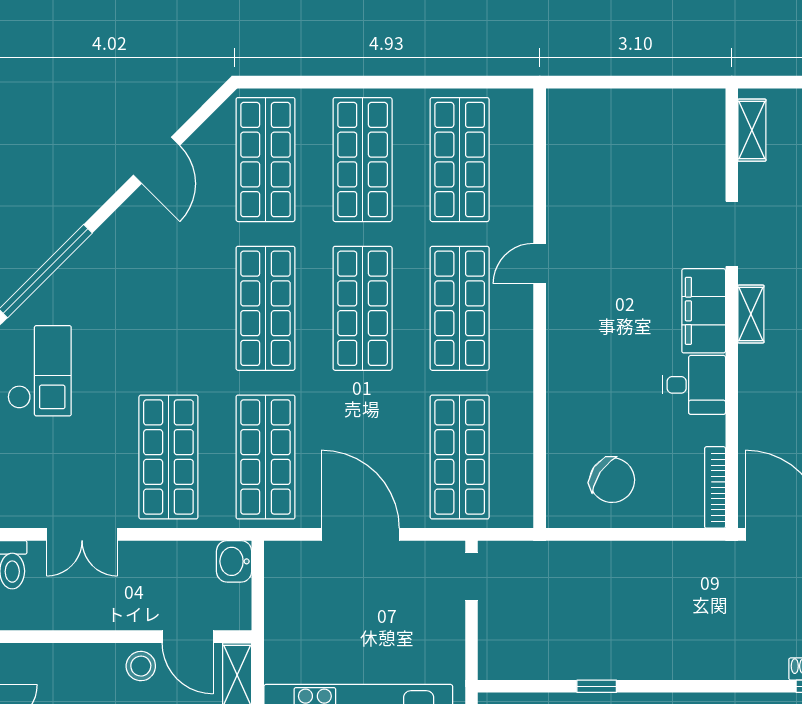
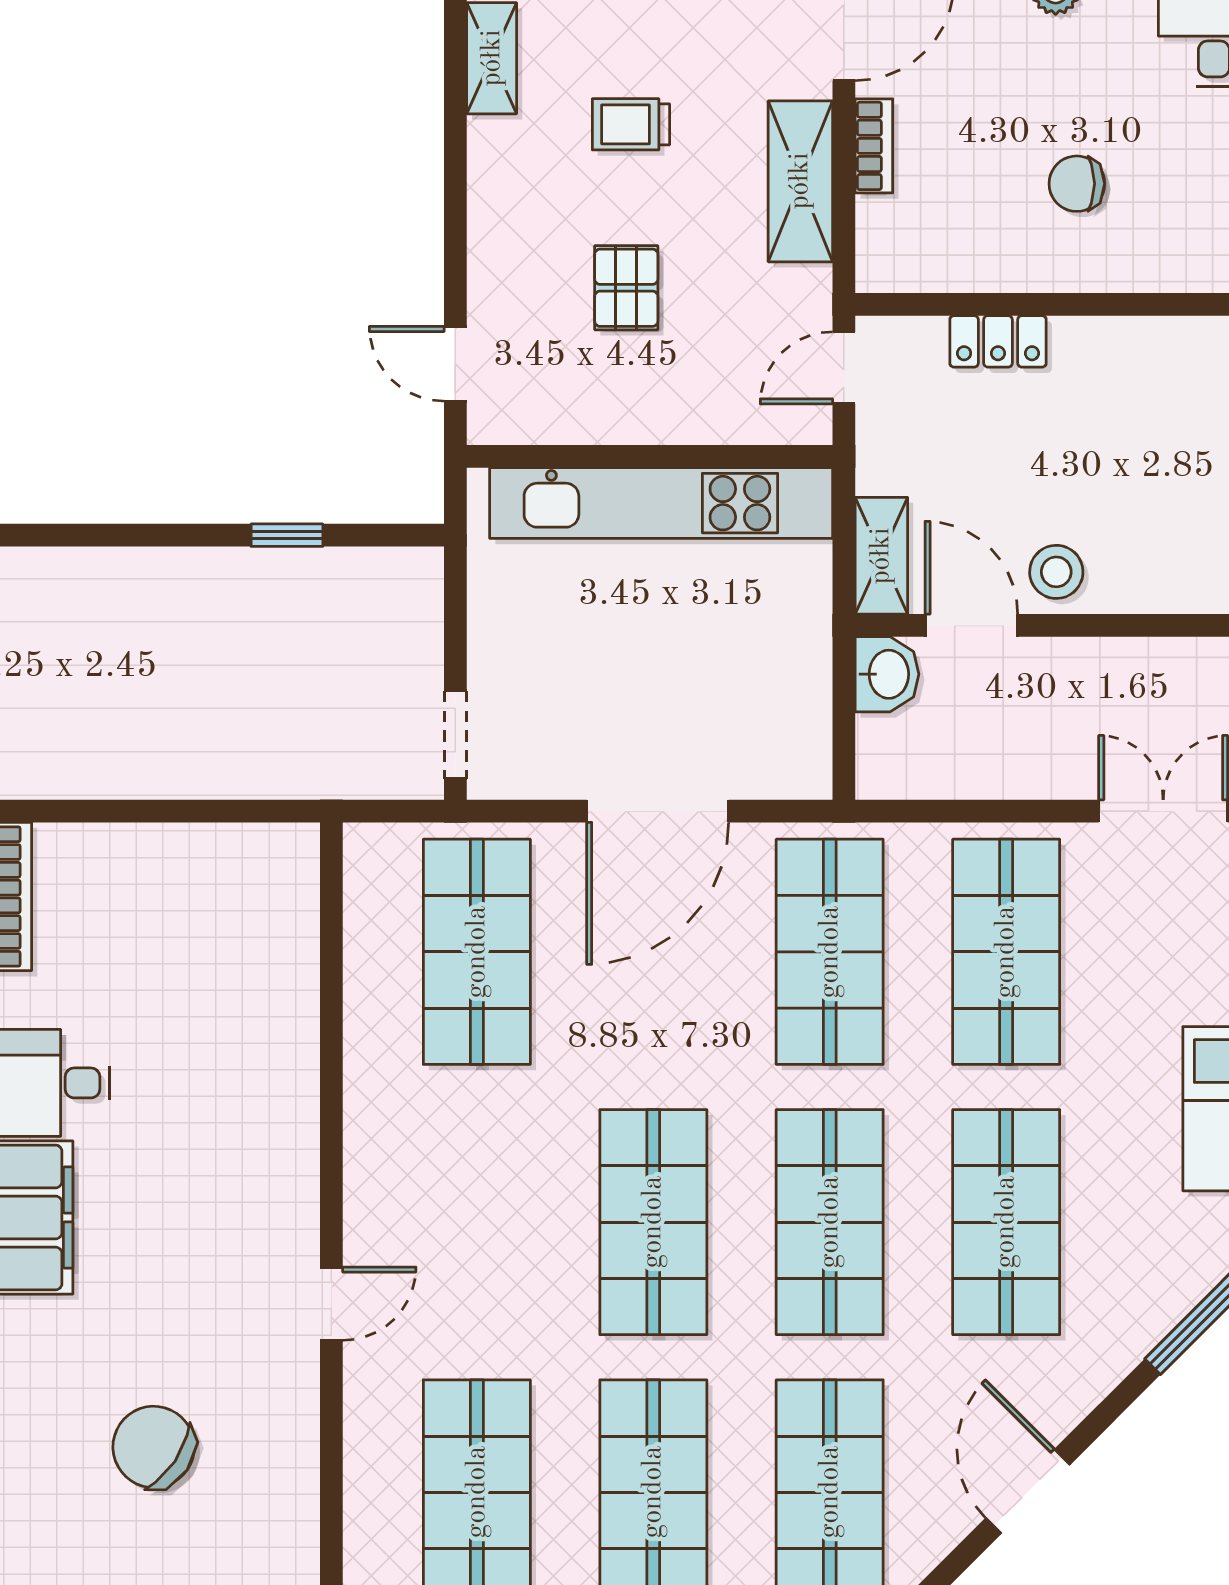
shop shelf: (460, 308) -> (1006, 1222), moved
chair: (612, 480) -> (154, 1447), moved
door: (360, 534) -> (658, 811), hinge flipped
washbasin: (234, 561) -> (887, 674), moved
window: (597, 686) -> (287, 535), moved

